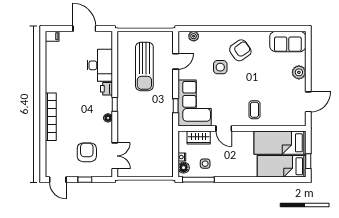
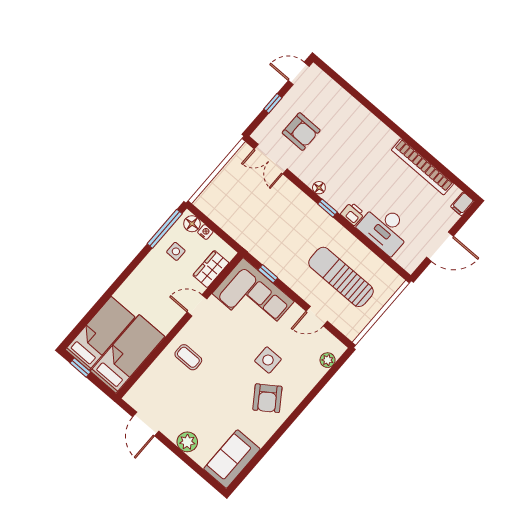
door: (176, 61) -> (317, 316), hinge flipped
bookcase: (51, 117) -> (422, 167), moved

